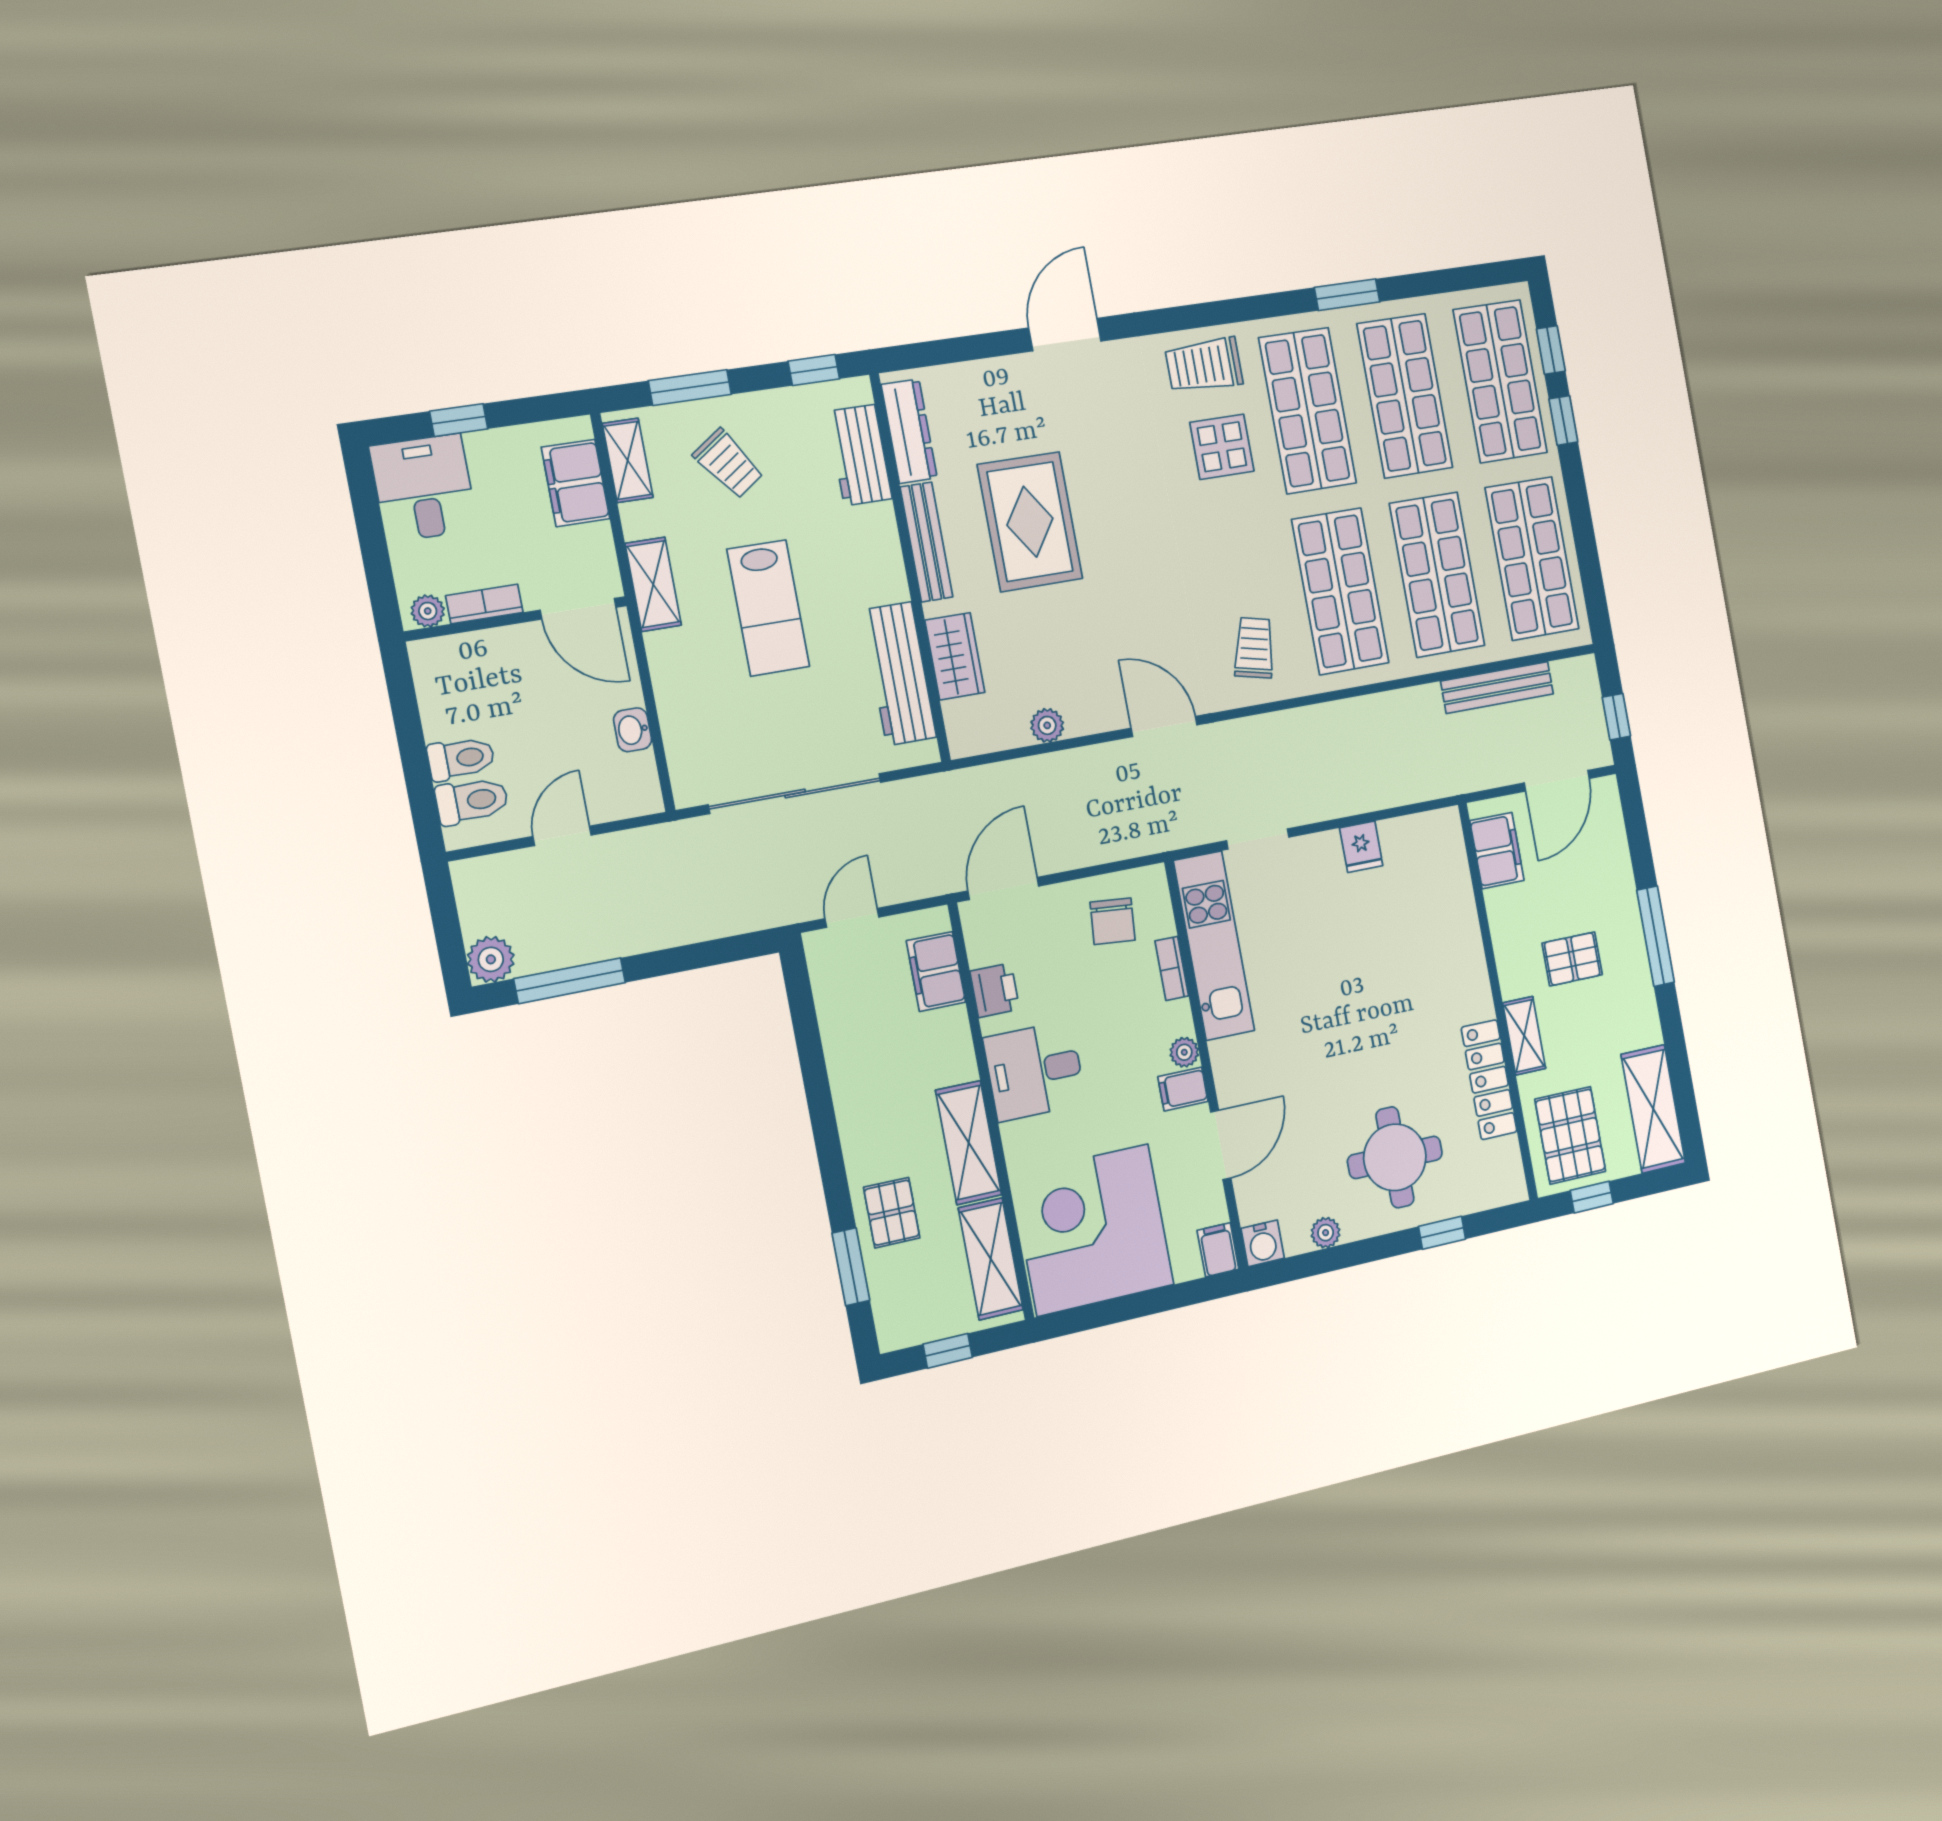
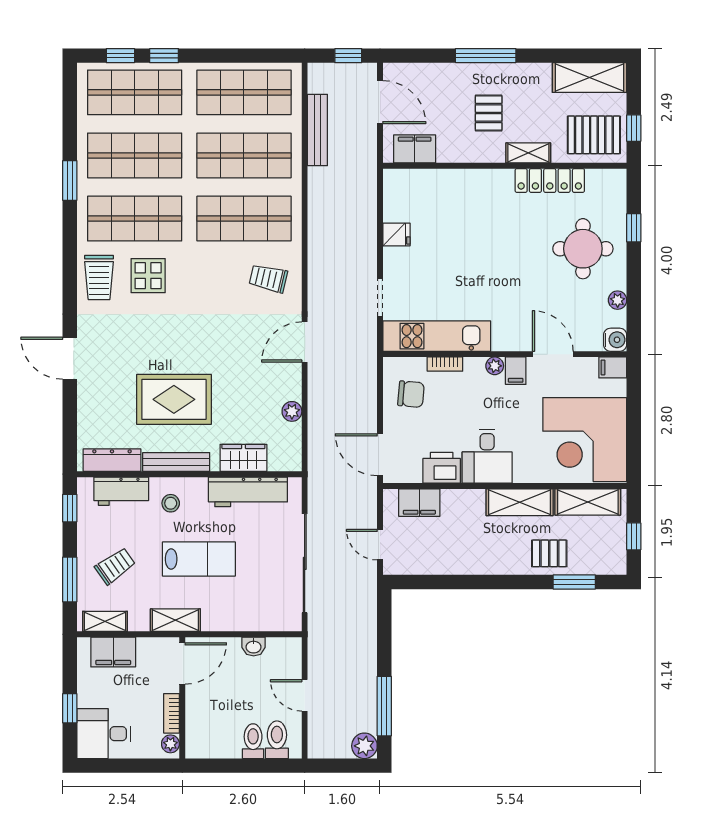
stool: (855, 544) -> (171, 503), added
printer: (995, 990) -> (442, 468), width x1.36, depth x1.24

